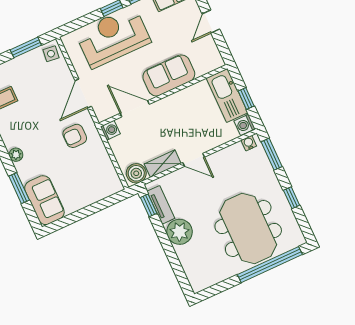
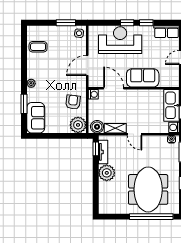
armchair: (75, 136) -> (73, 102), moved, turned 96
plant: (108, 183) -> (78, 125), added

